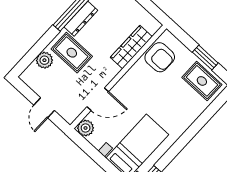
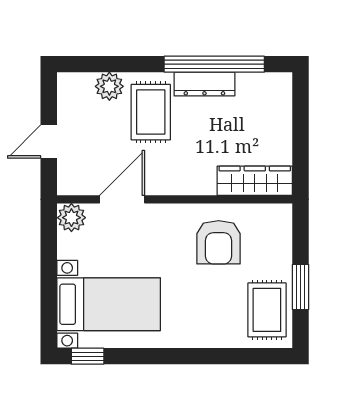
wardrobe: (131, 47) -> (255, 181), moved
armchair: (160, 57) -> (219, 242), moved
door: (98, 99) -> (122, 199), swing flipped

